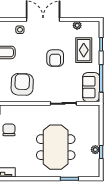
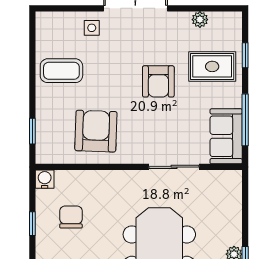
rug: (84, 50) -> (212, 66), turned 90

